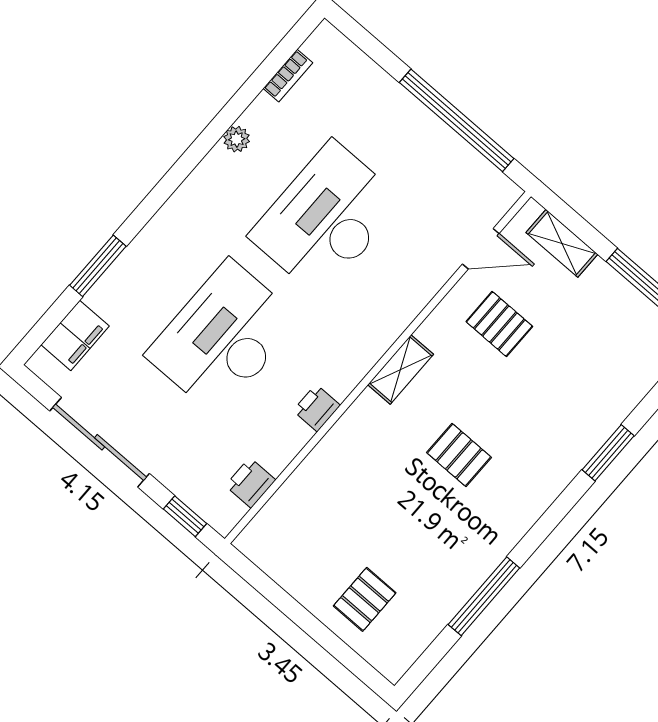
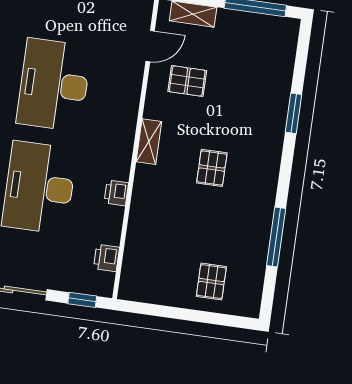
pallet: (459, 455) -> (212, 168), turned 90

